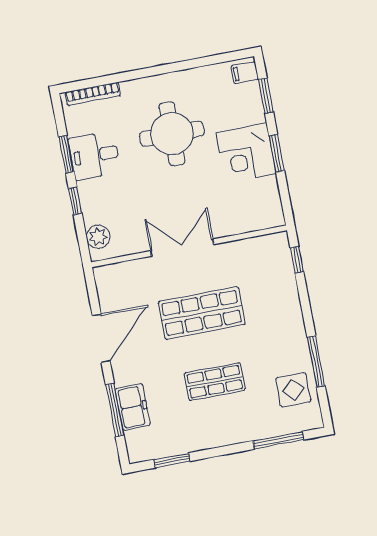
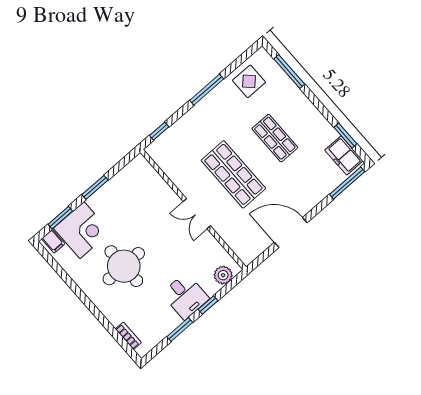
bookcase: (93, 94) -> (128, 336), width x0.64
corner desk: (246, 153) -> (82, 230), moved
desk: (94, 155) -> (185, 296), moved
double door: (182, 248) -> (197, 214), width x0.73
window: (316, 361) -> (207, 90), moved
freezer: (132, 407) -> (344, 156), moved, turned -90
window: (115, 410) -> (347, 183), moved

